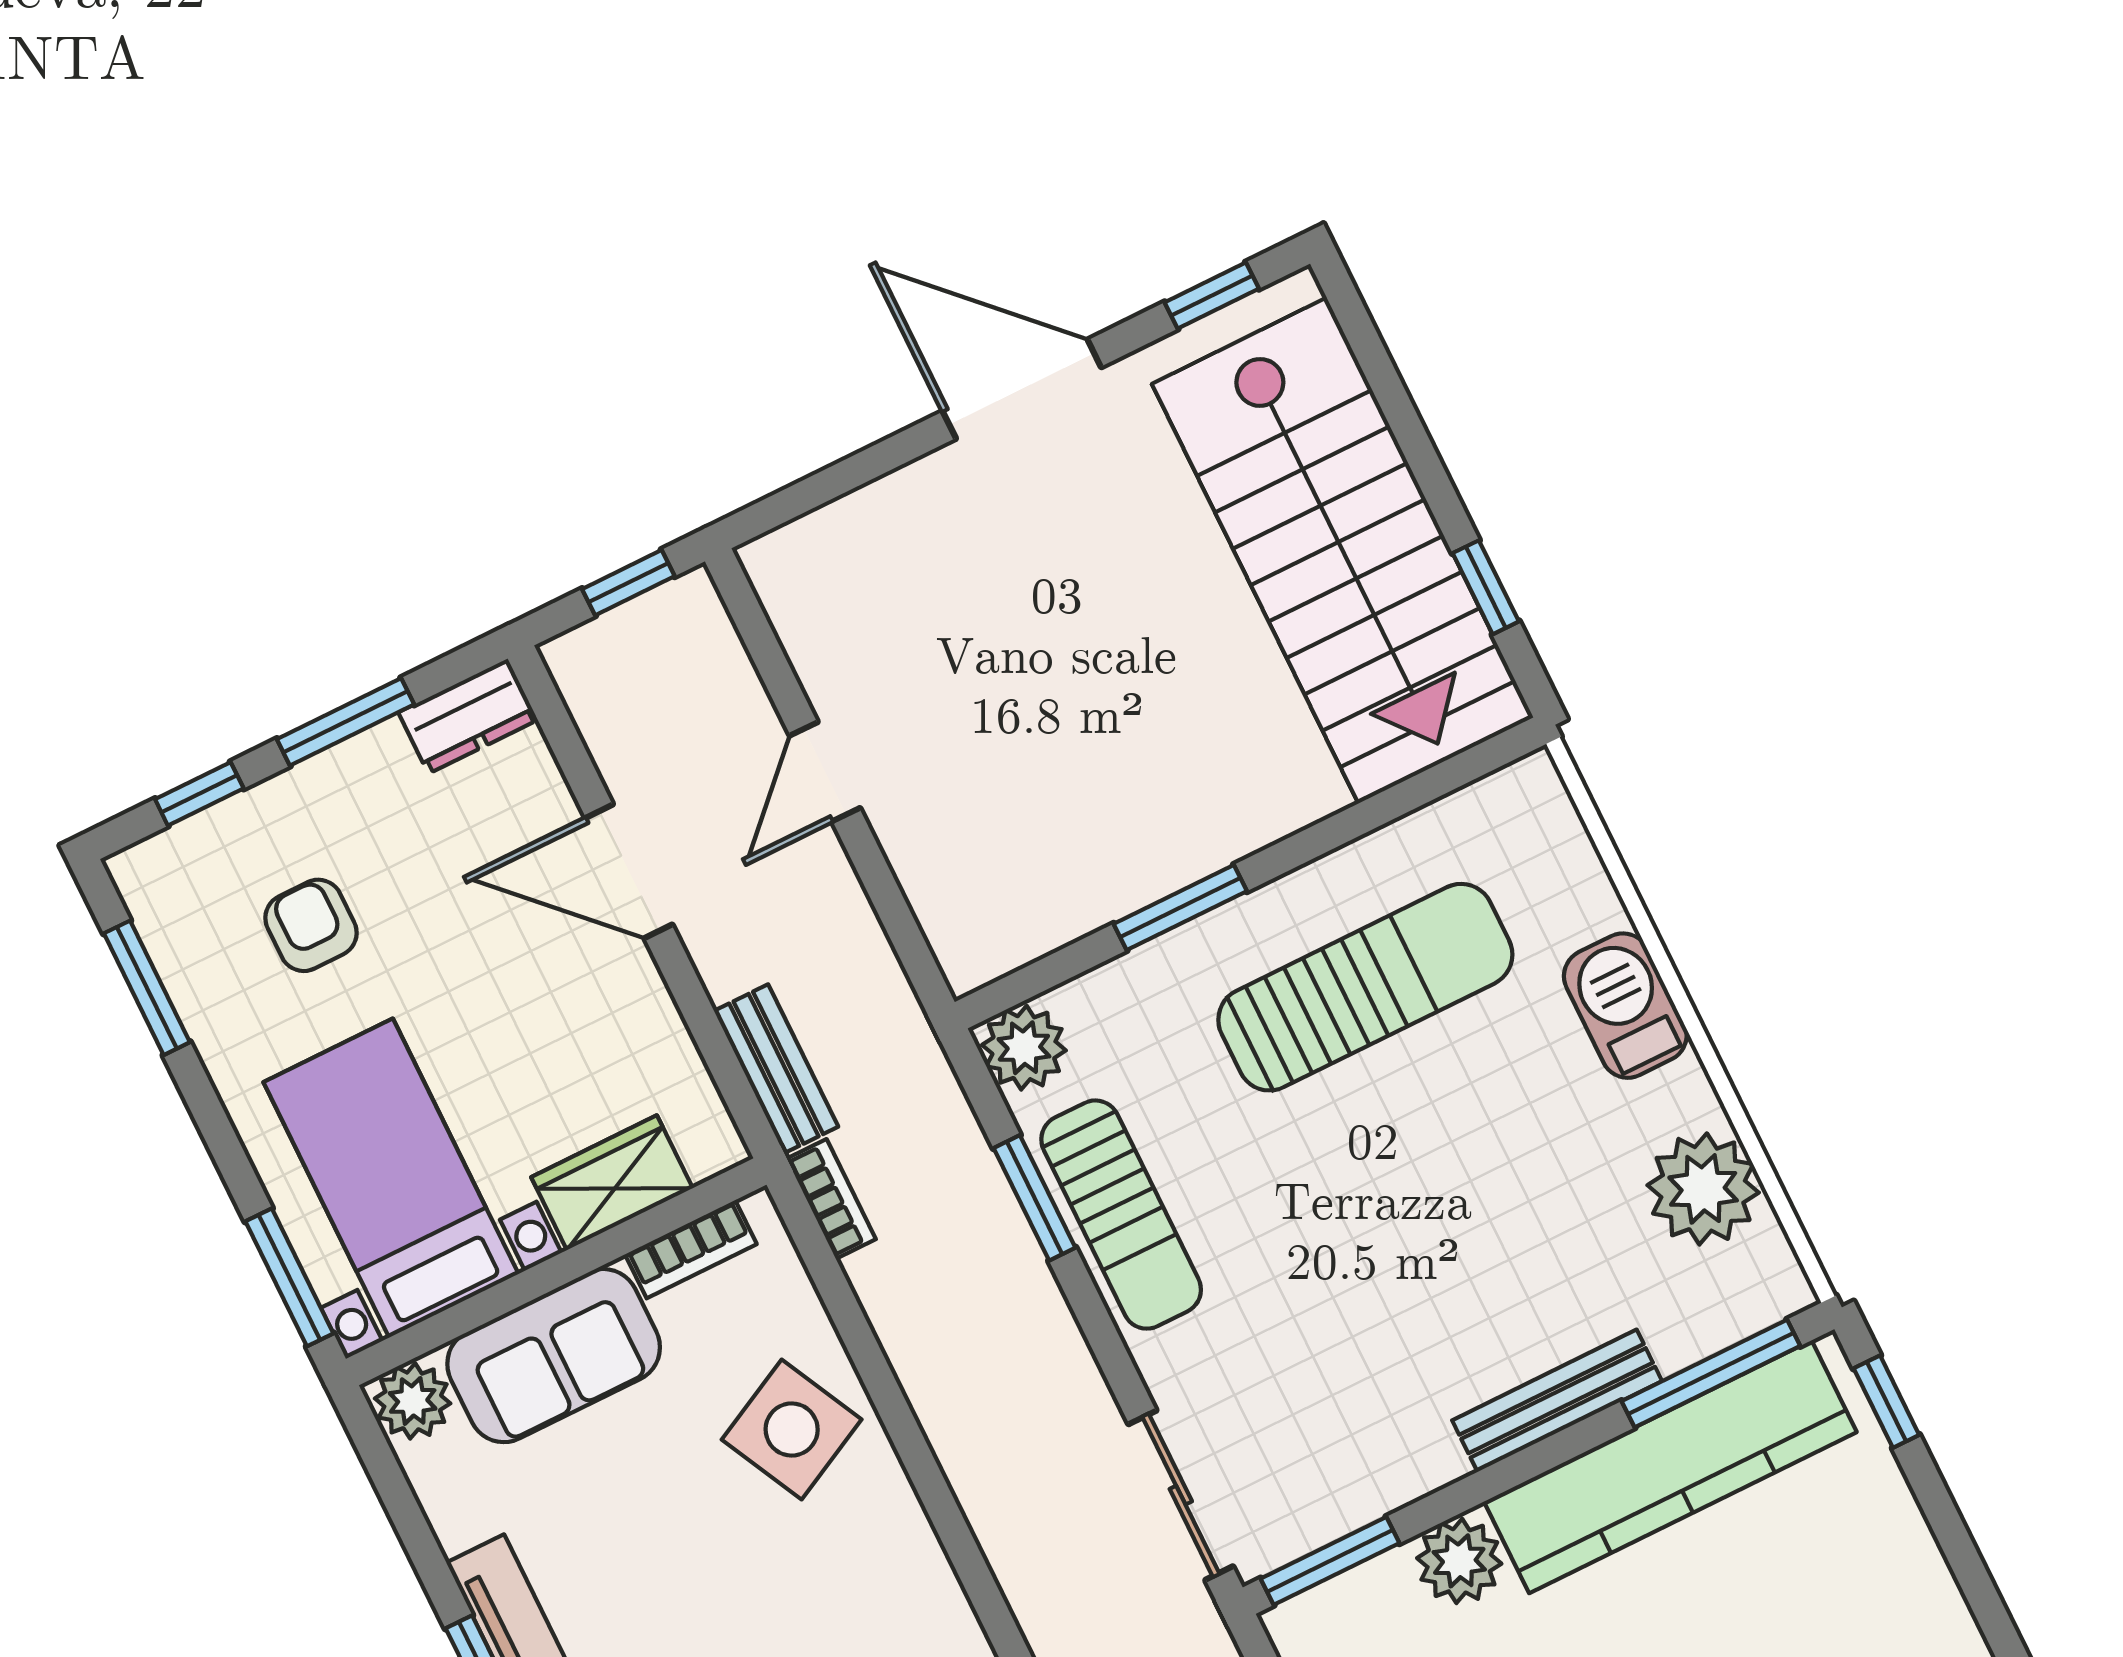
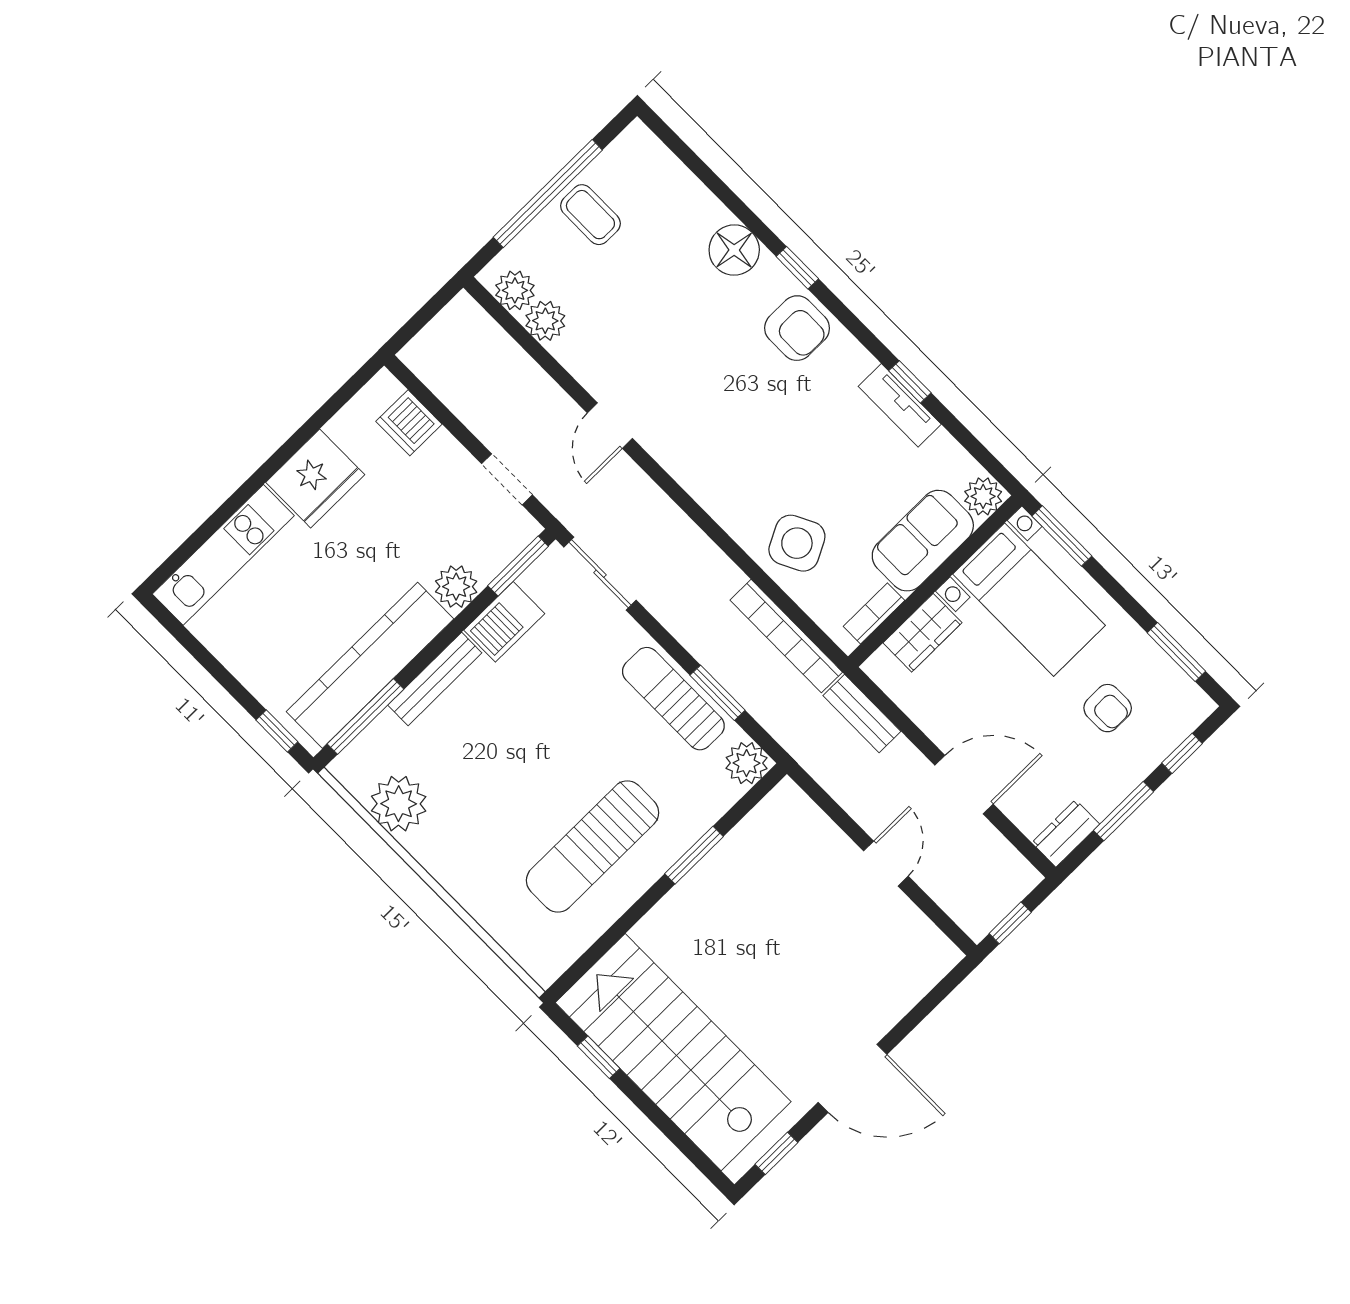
barbecue: (1625, 1006) -> (504, 622), moved, turned 90
bookcase: (831, 1199) -> (786, 636), width x2.31, depth x1.31

